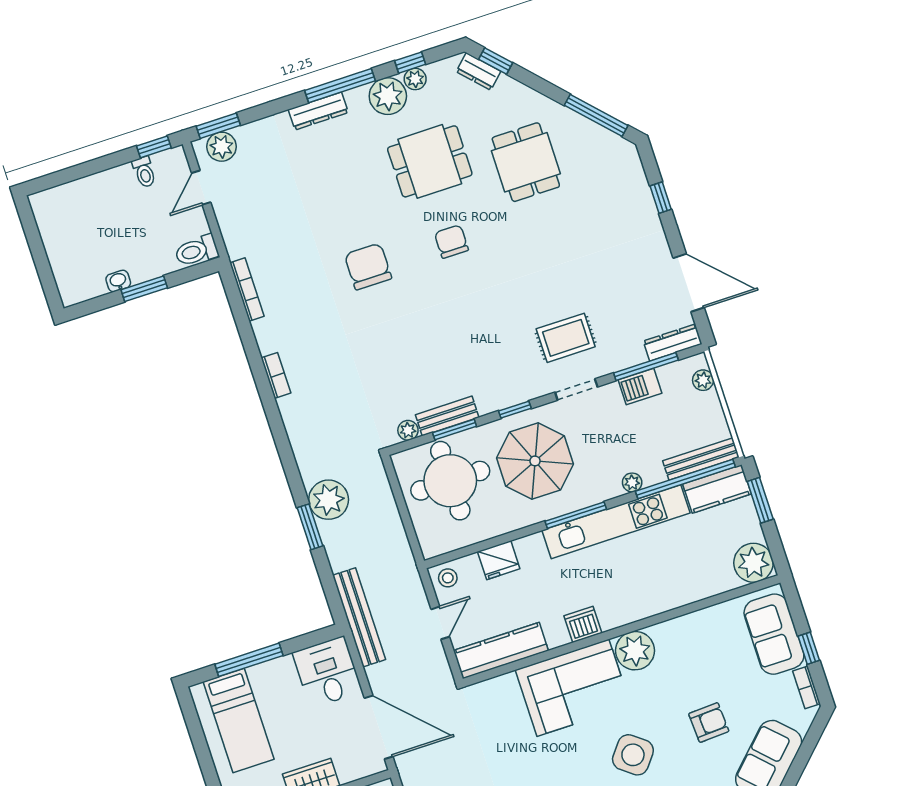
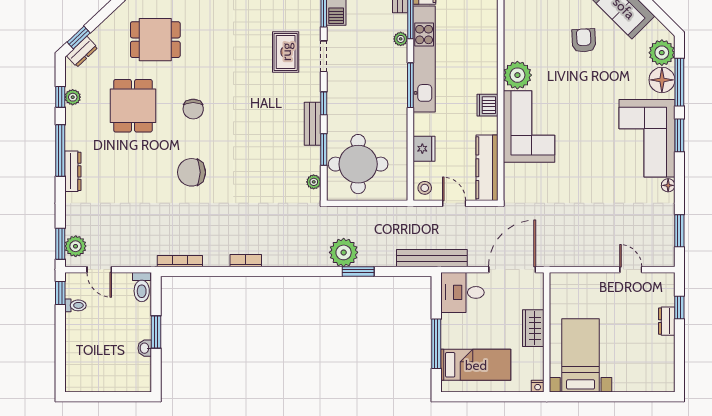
plant: (388, 96) -> (78, 120), removed
chair: (451, 242) -> (193, 109), turned -90
bench: (447, 416) -> (313, 124), moved
parasol: (535, 461) -> (364, 101), removed
side table: (633, 755) -> (589, 100), removed

